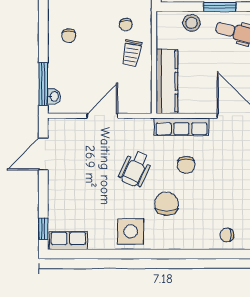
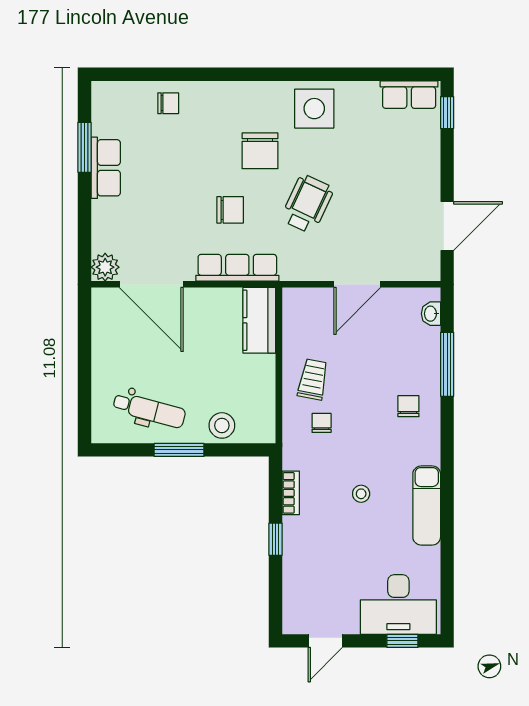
kitchen counter: (167, 81) -> (259, 320), width x0.67
window: (43, 84) -> (447, 364), moved
chair: (186, 165) -> (230, 210), turned 90

